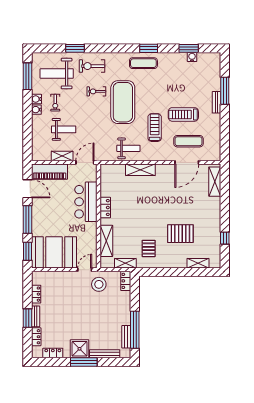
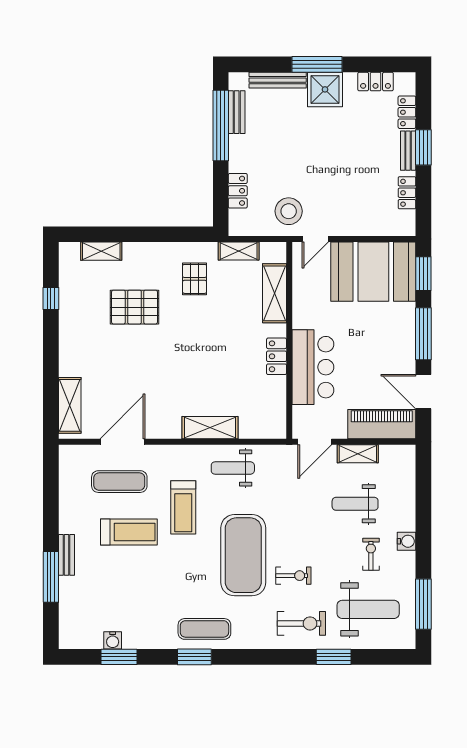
water cooler: (36, 99) -> (406, 561), removed
locker: (126, 281) -> (238, 191), moved

